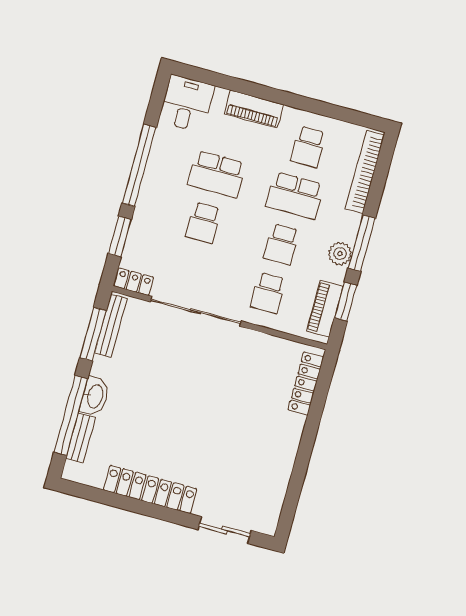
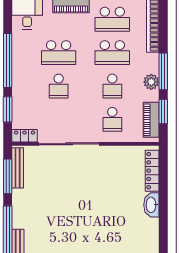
school desk: (308, 147) -> (112, 19), width x1.85
washbasin: (95, 396) -> (151, 205), moved, turned 180

